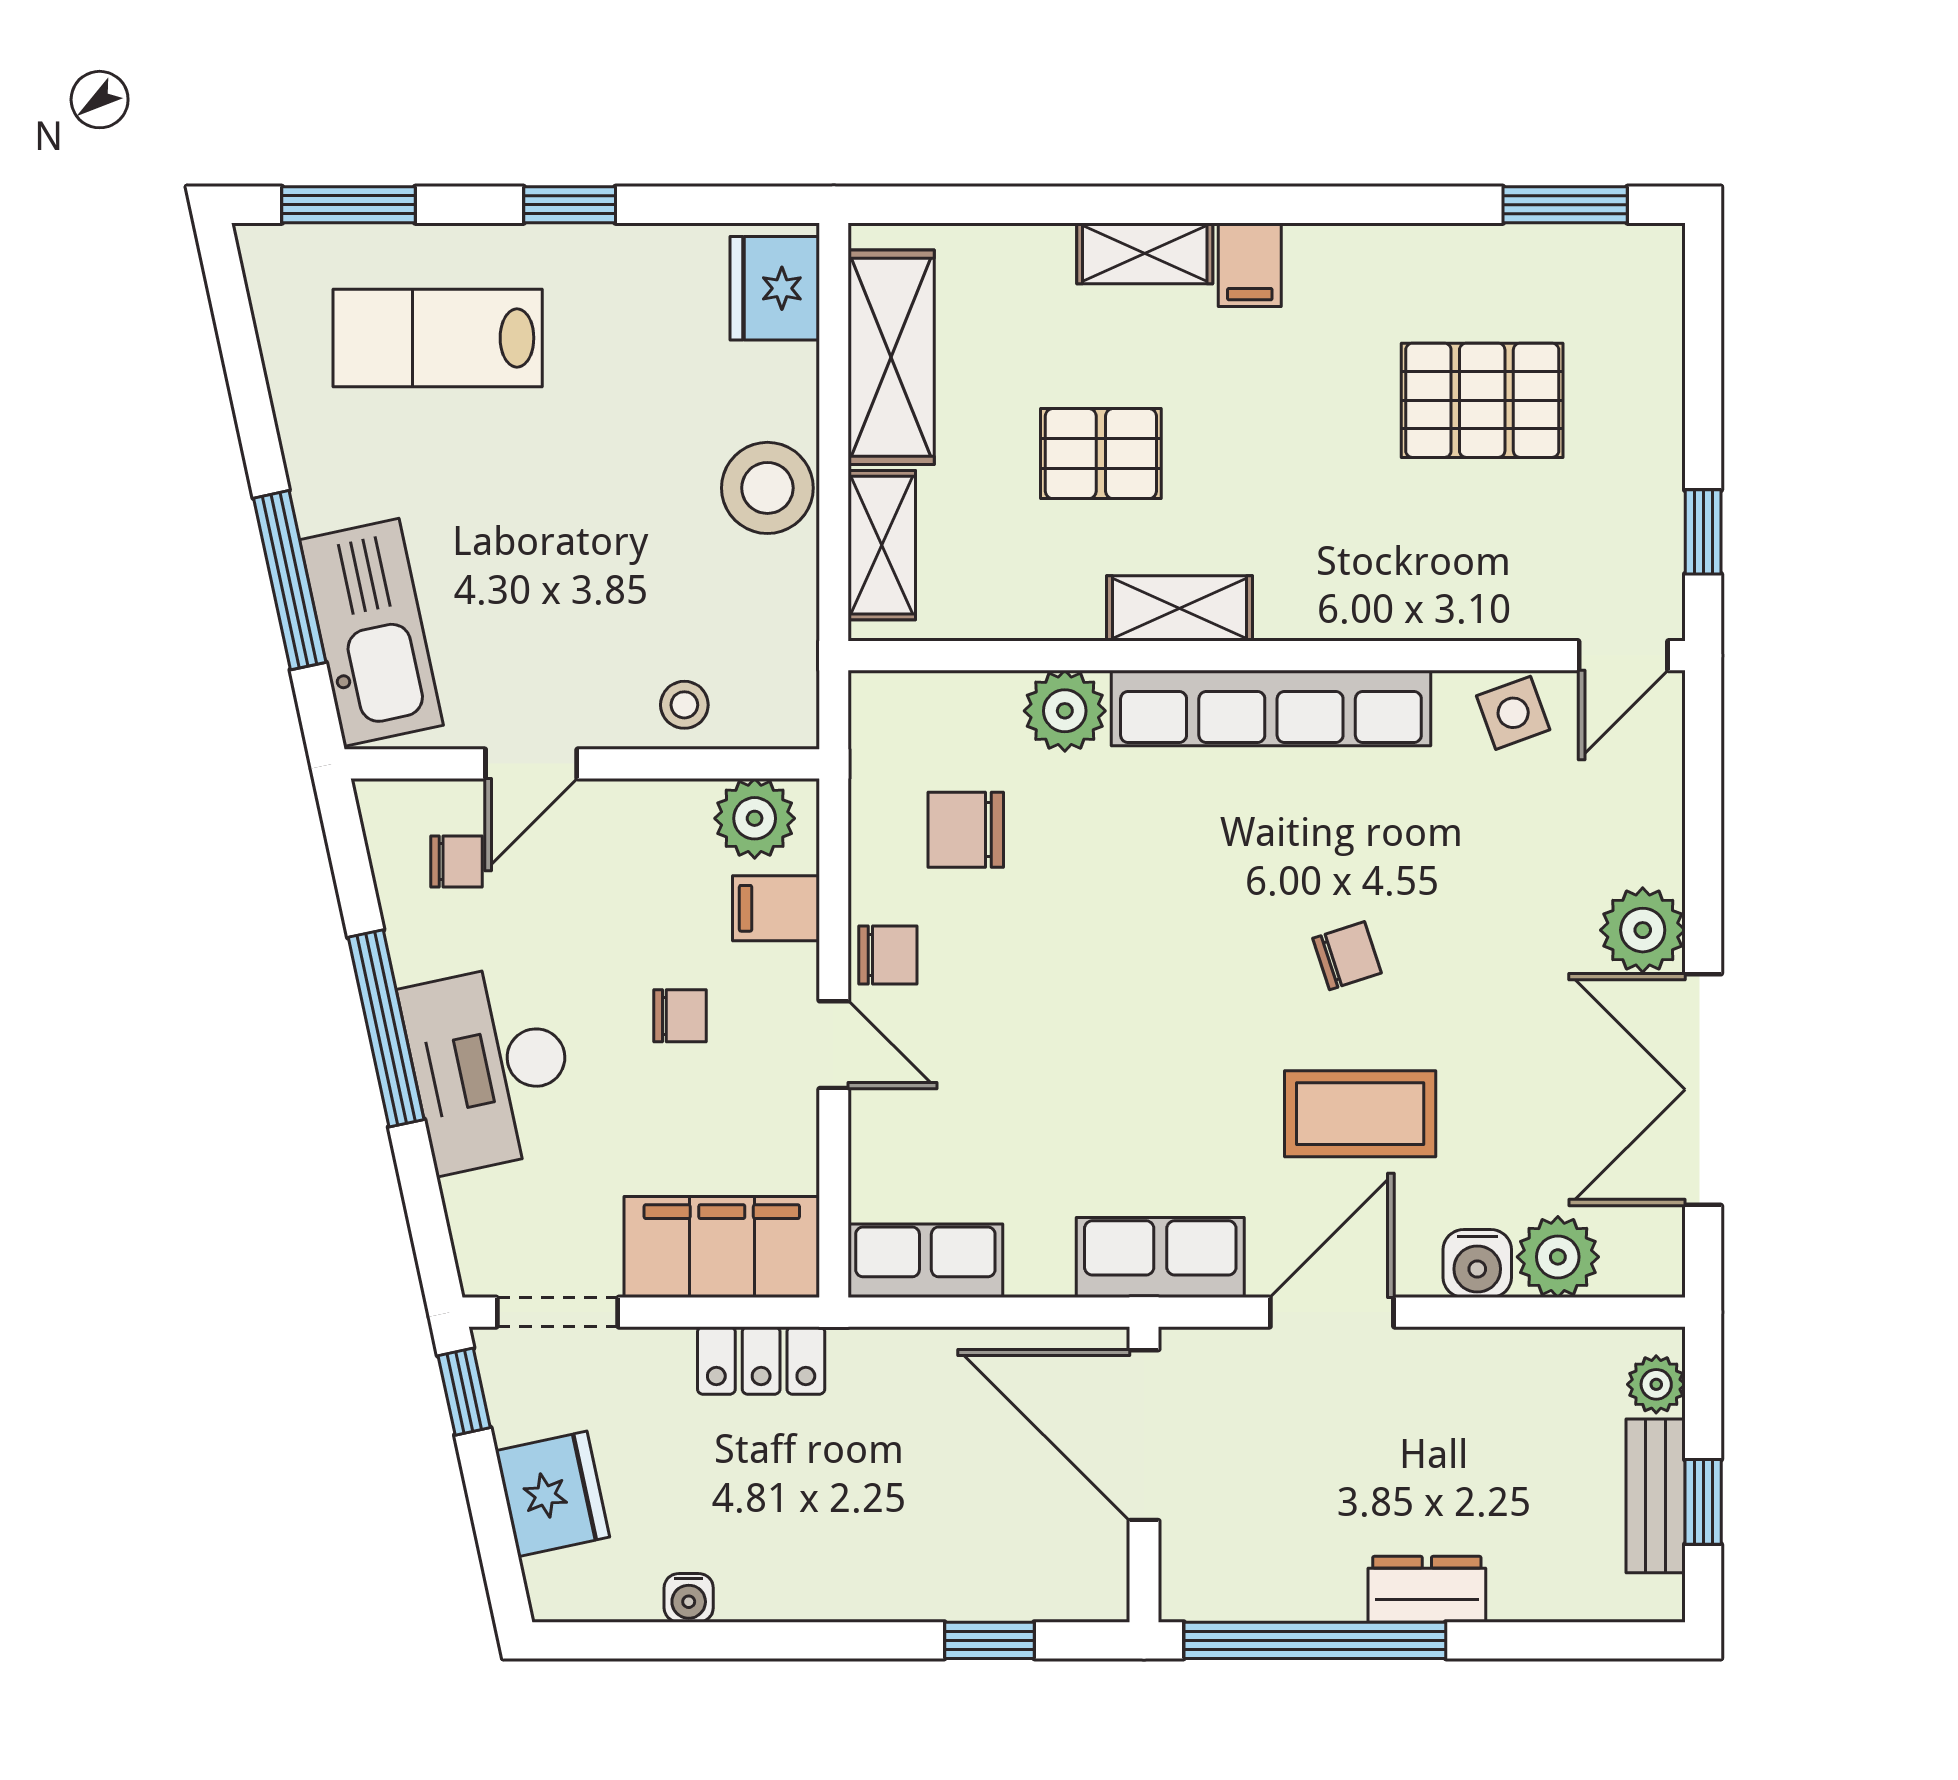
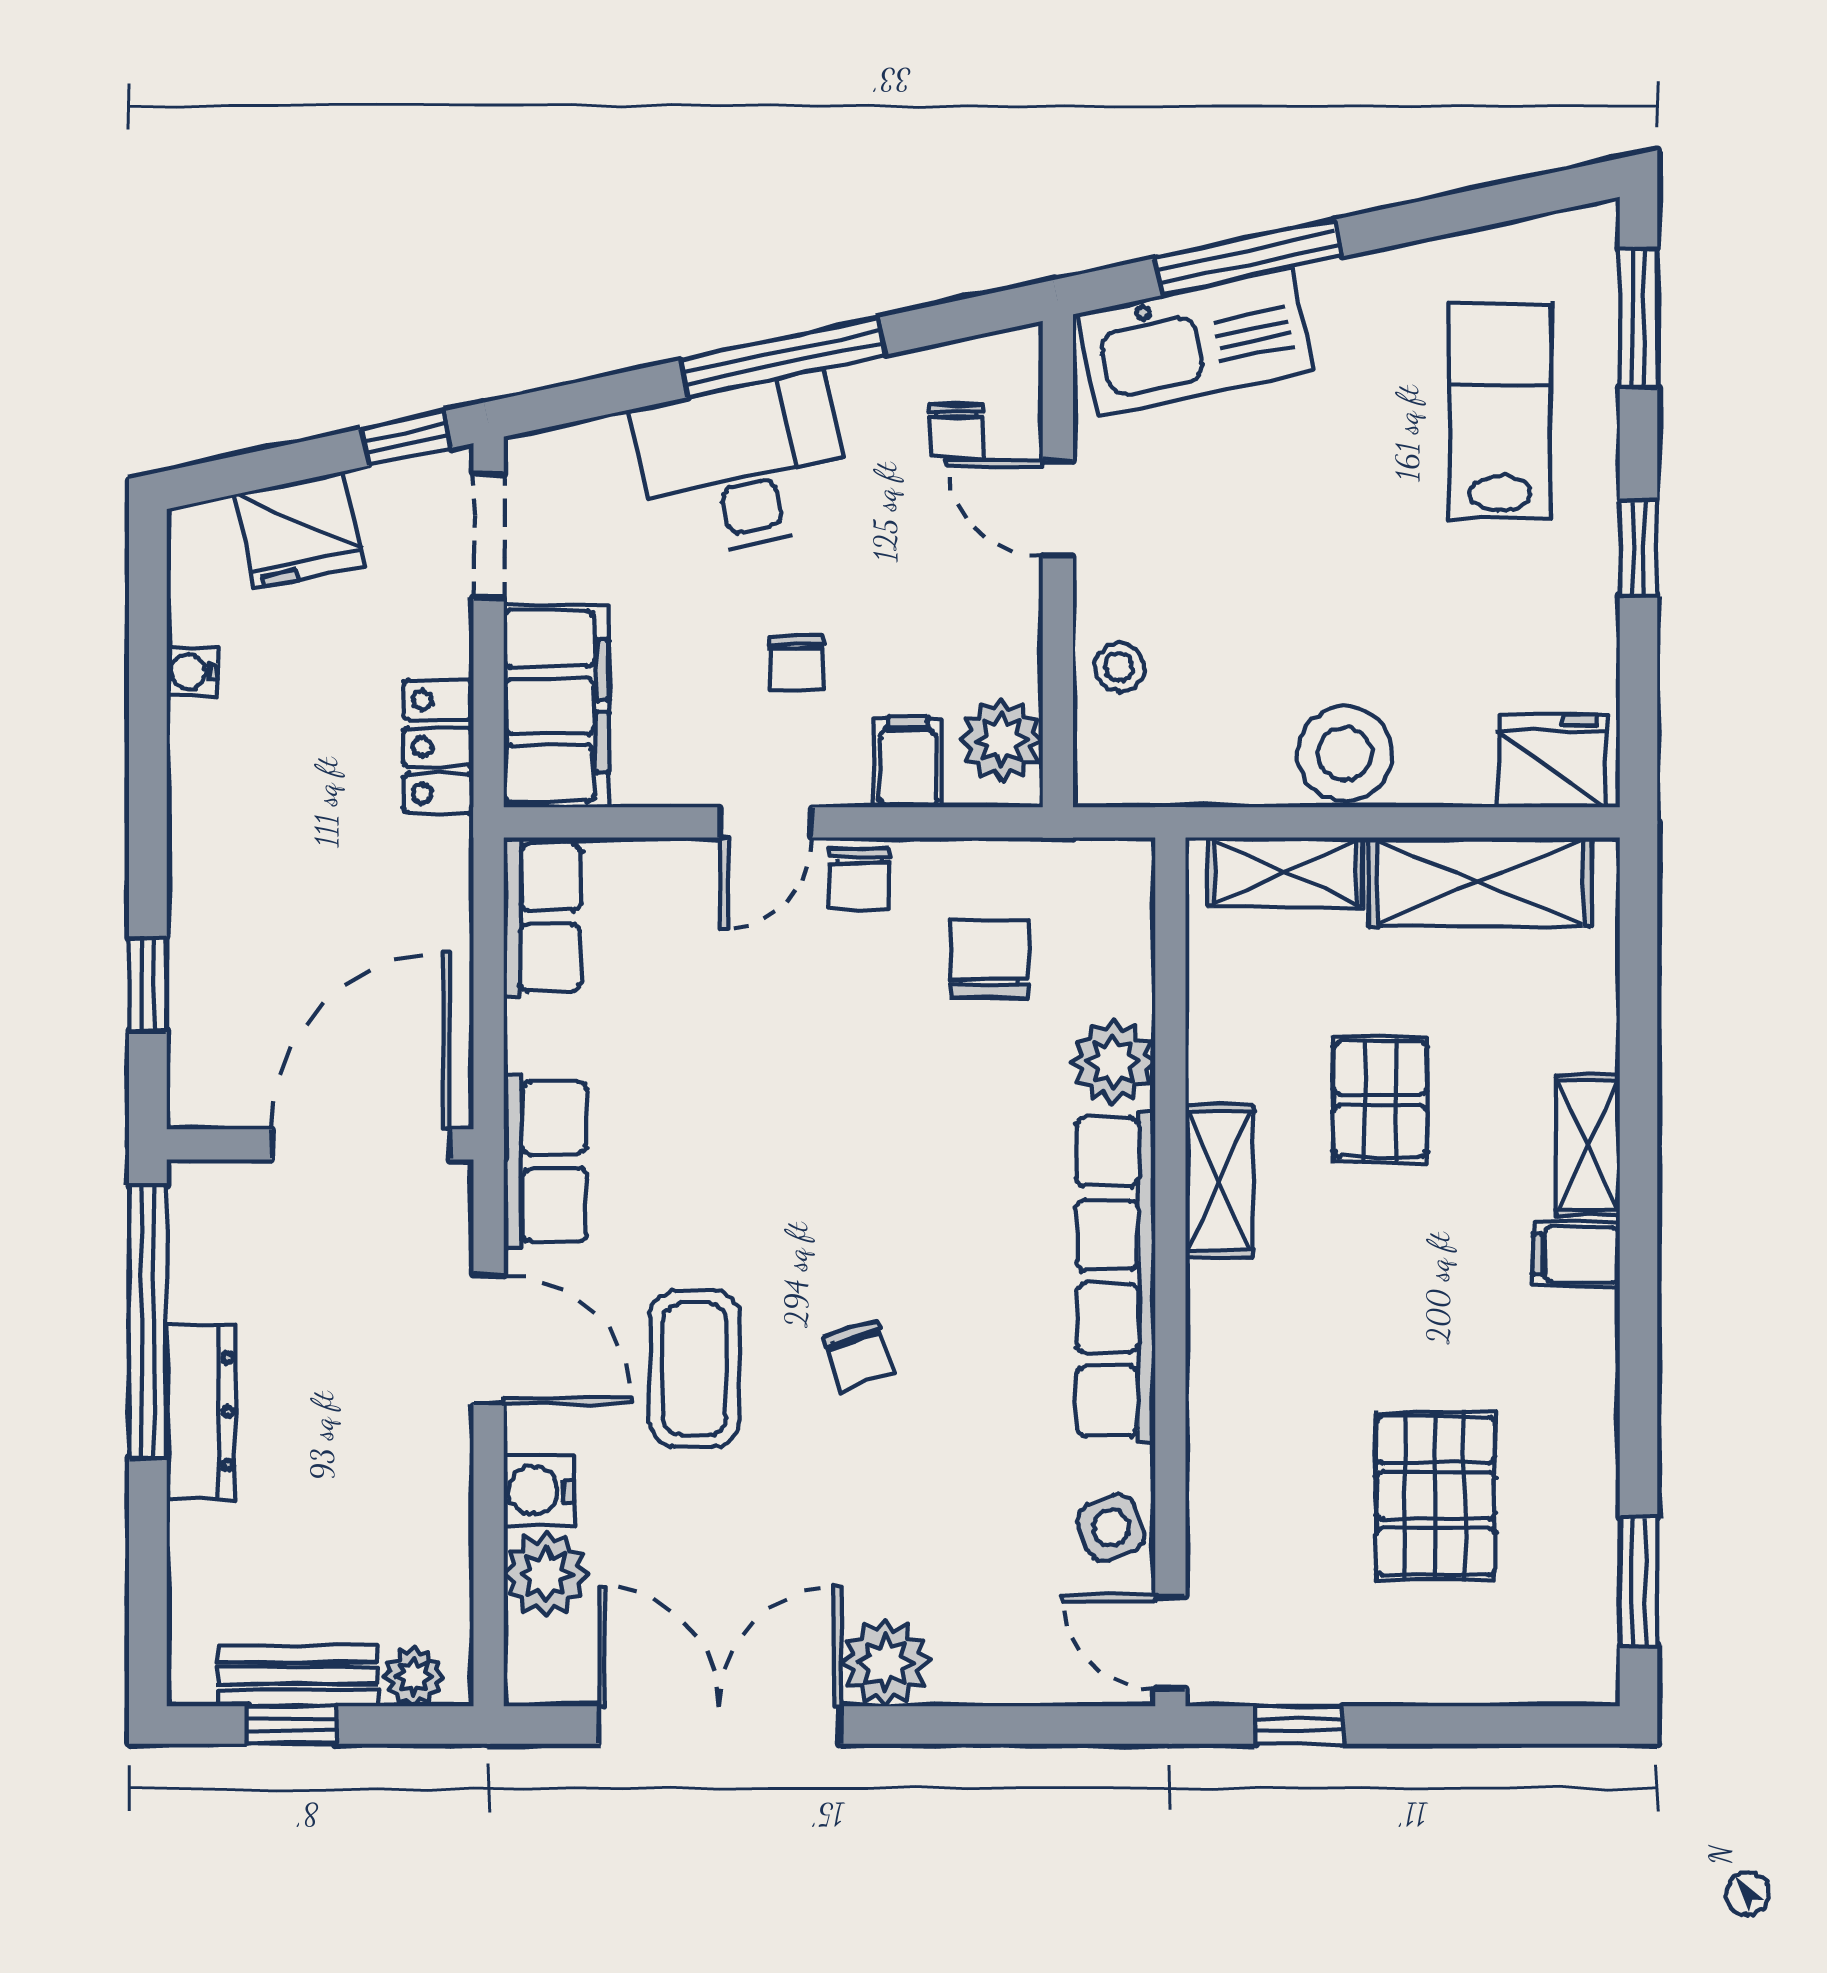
dresser: (1427, 1589) -> (201, 1411), width x1.44

